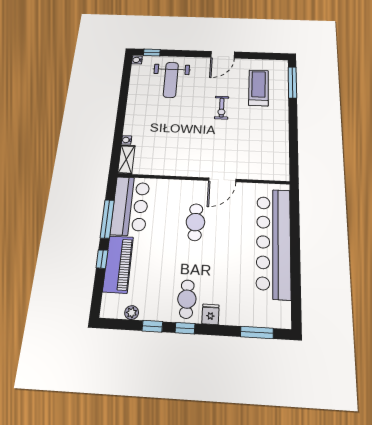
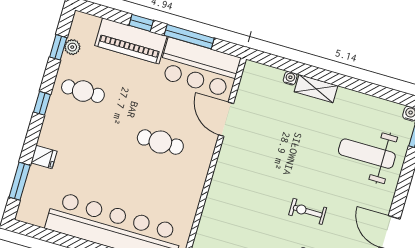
shelving: (126, 159) -> (316, 89), moved
door: (222, 180) -> (226, 119), moved
cafe table: (187, 299) -> (83, 91), moved
fridge: (210, 314) -> (44, 157), moved
window: (152, 326) -> (58, 47), moved

